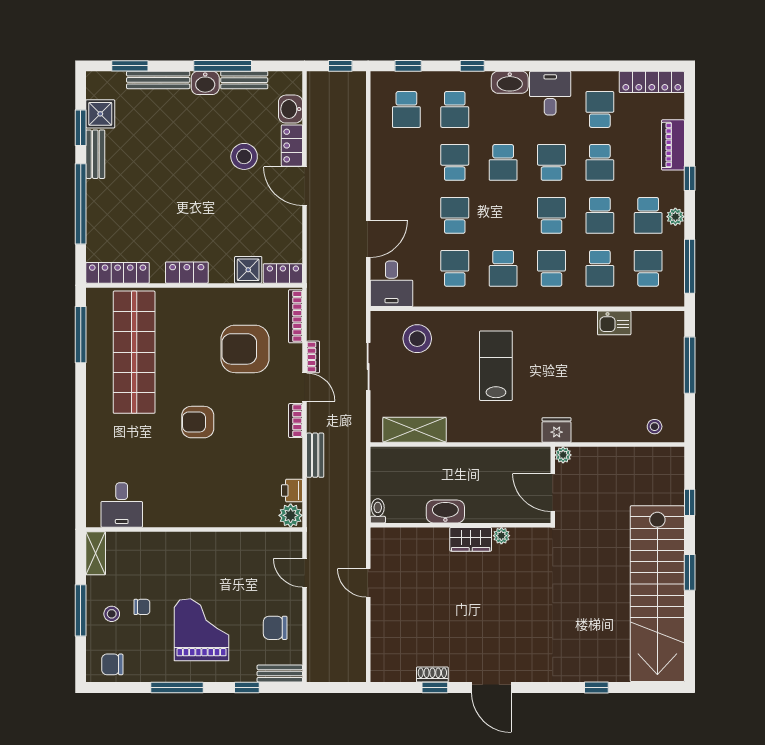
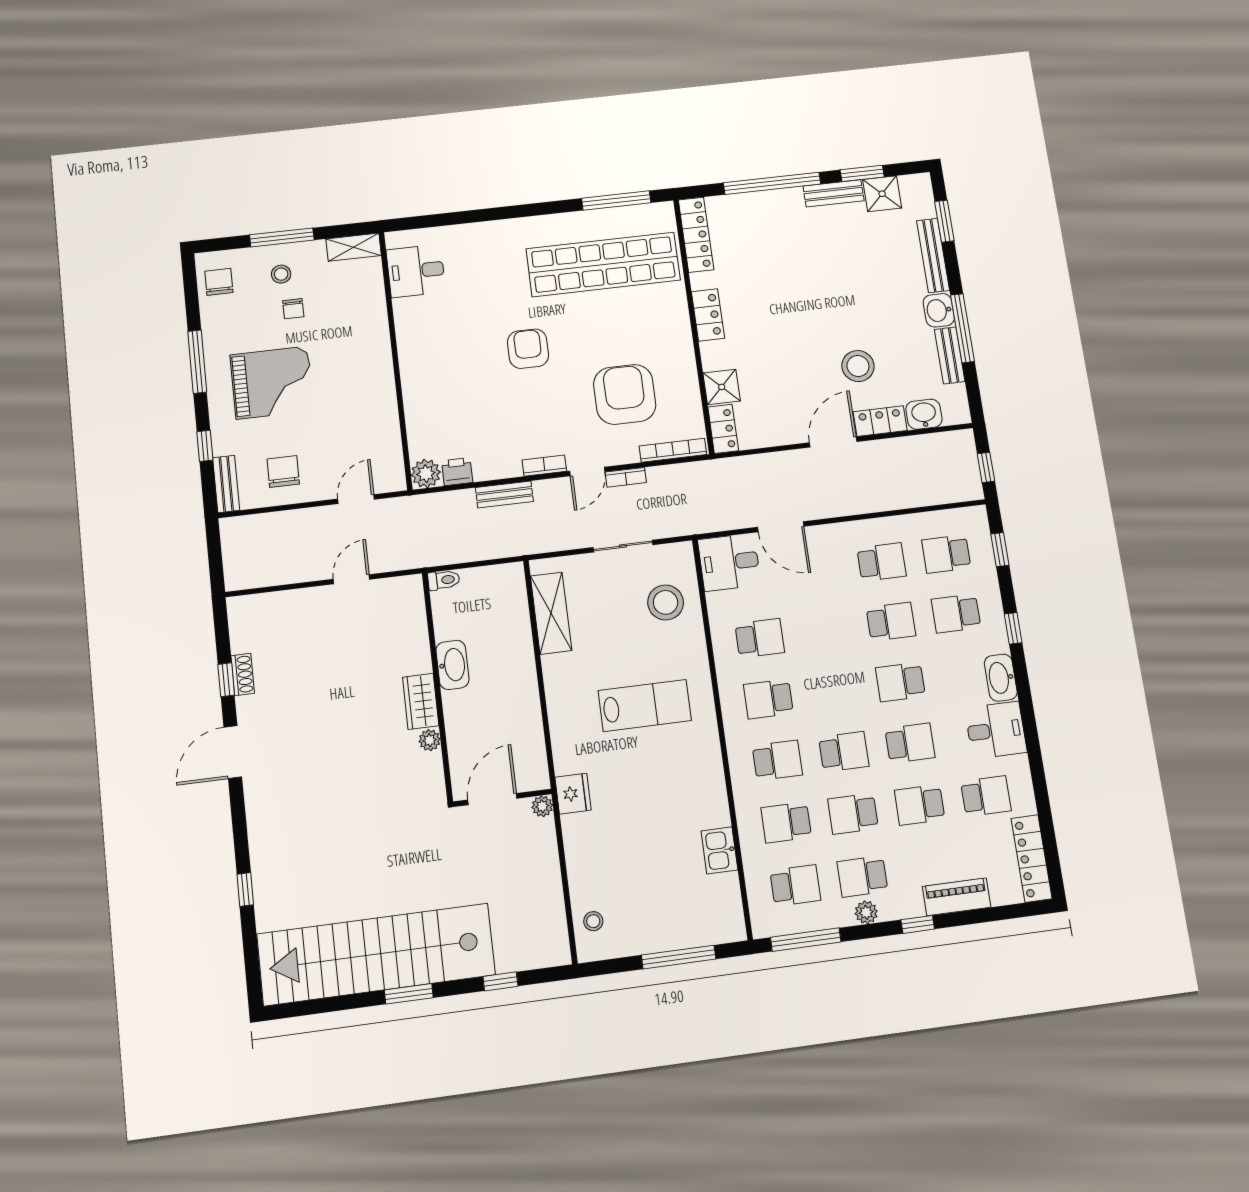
school desk: (455, 215) -> (881, 562), moved

